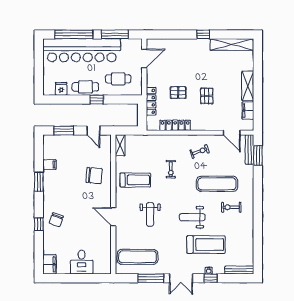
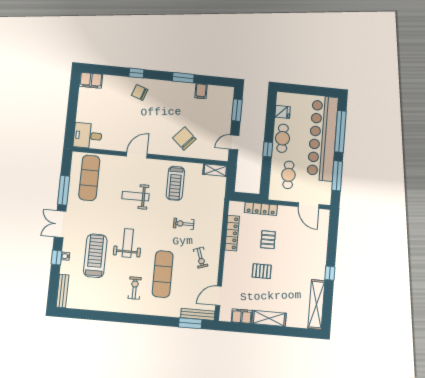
chair: (94, 176) -> (184, 138), turned 127
treadmill: (206, 245) -> (95, 256), turned 180
desk: (82, 262) -> (88, 136), moved

